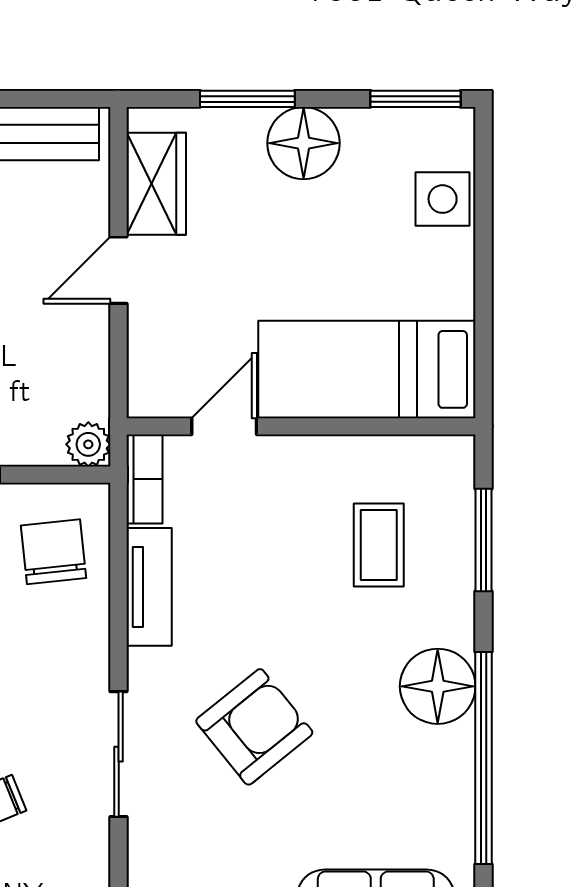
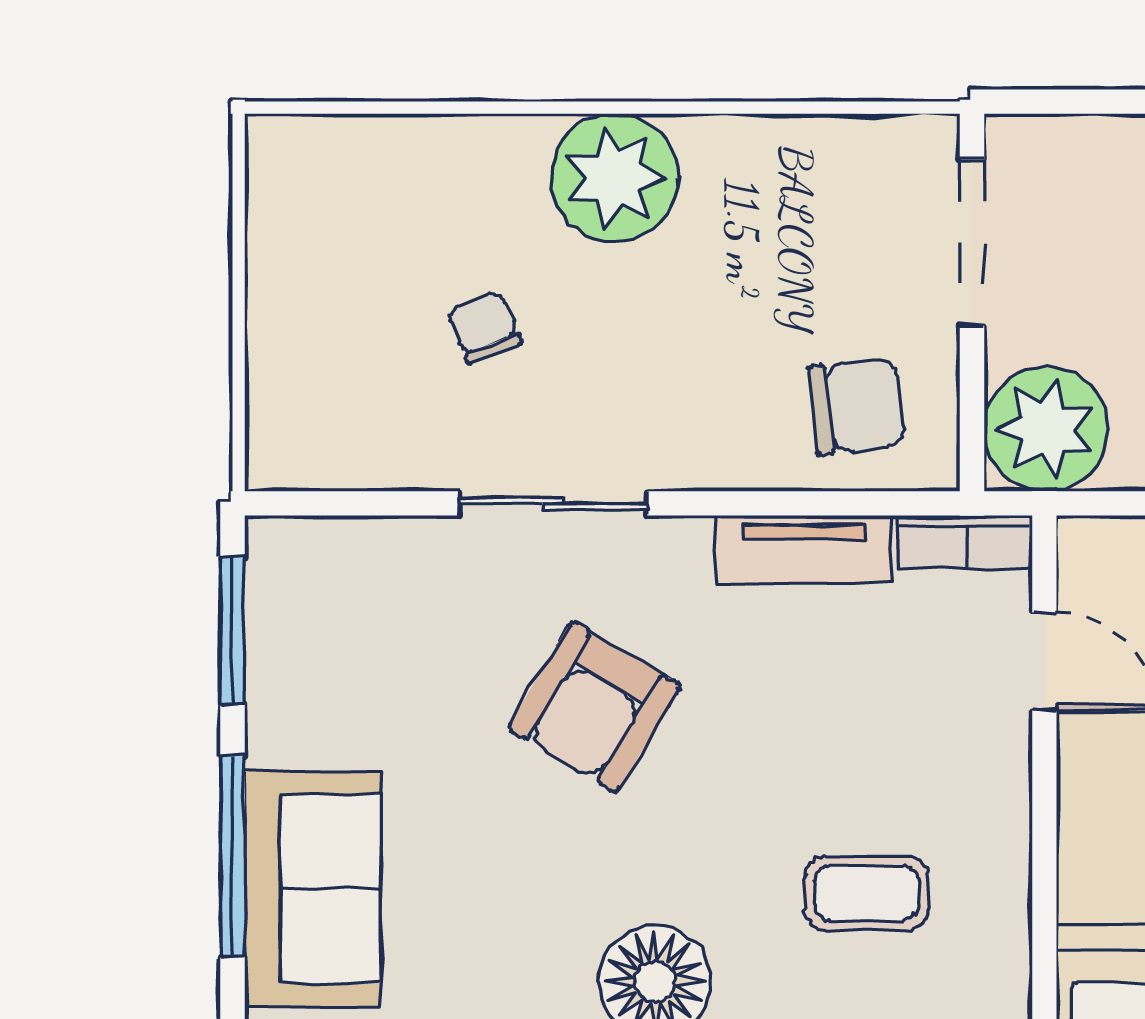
plant: (88, 444) -> (1046, 429), width x1.88, depth x1.88
armchair: (254, 727) -> (594, 707), turned 70

